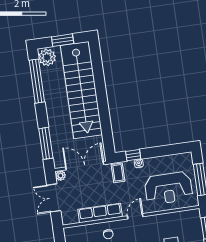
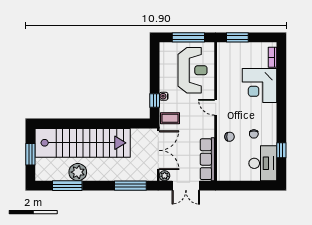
plant: (47, 57) -> (78, 172), moved
window: (37, 81) -> (67, 186), width x0.68
double door: (85, 166) -> (158, 150), swing flipped
row of seats: (100, 213) -> (207, 159), moved

